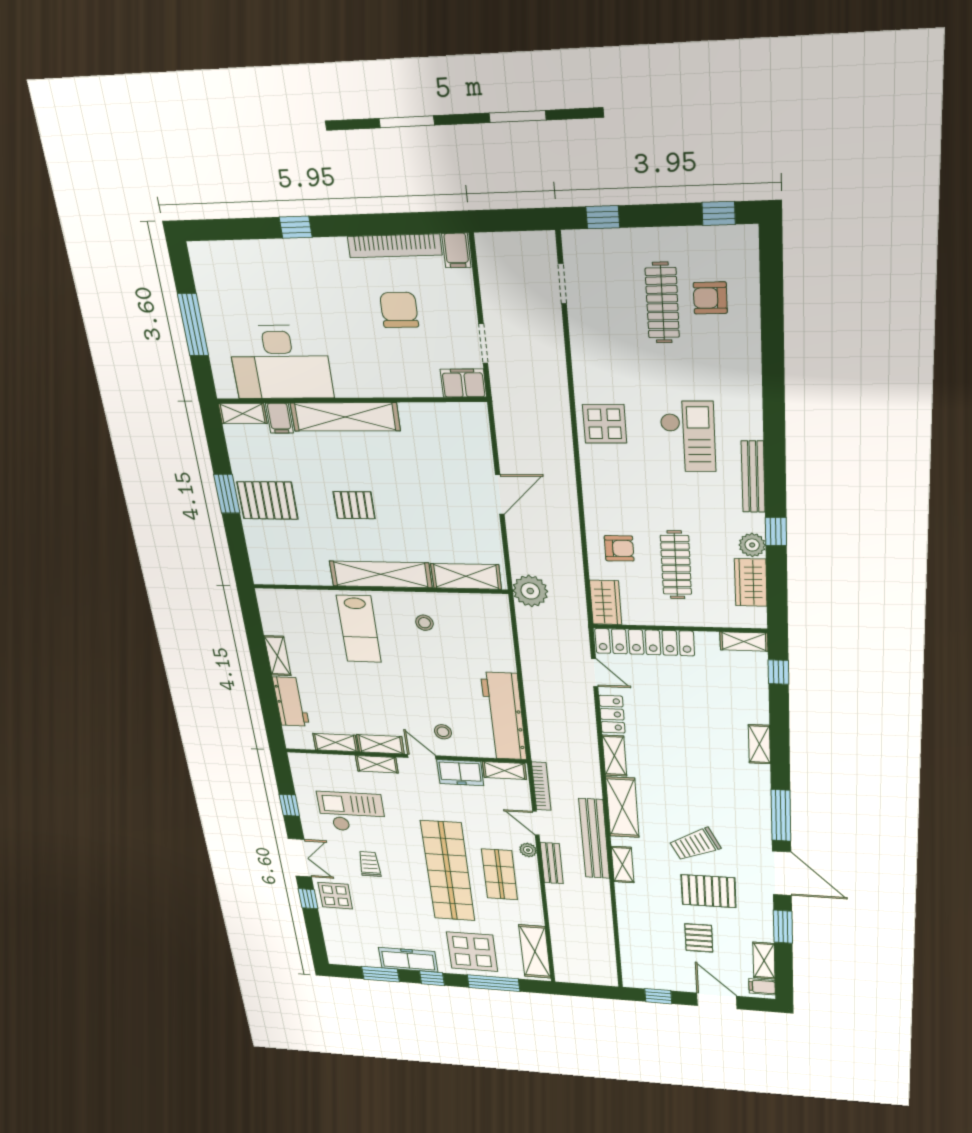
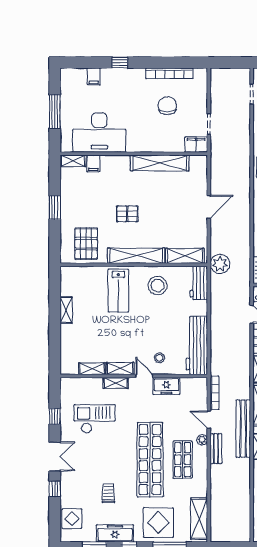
filing cabinet: (456, 250) -> (94, 76), moved
shelving: (345, 417) -> (160, 163), moved
pallet: (267, 500) -> (86, 244), moved, turned 90
stool: (424, 623) -> (158, 286), width x1.89, depth x1.89
workbench: (291, 702) -> (199, 283), moved, turned 180
shelving: (504, 771) -> (193, 383), removed
trolley: (370, 864) -> (108, 493), moved
display table: (335, 896) -> (72, 519), moved

